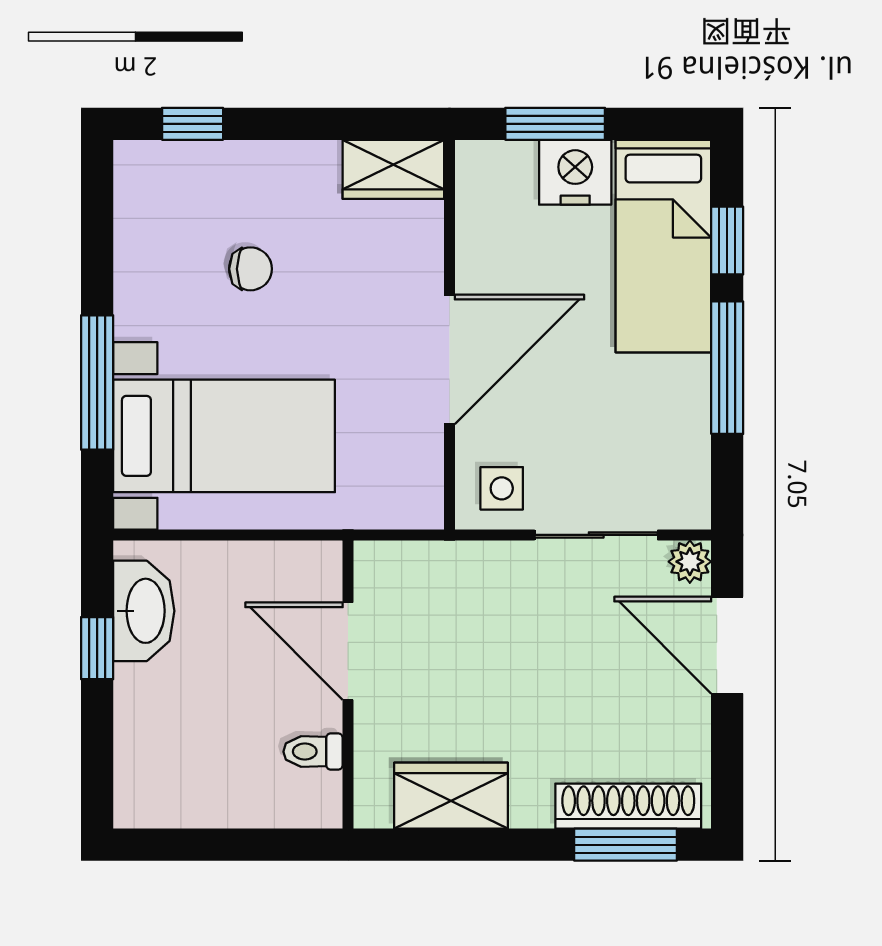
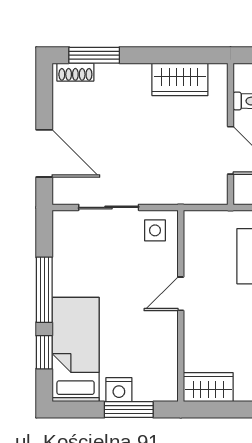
nightstand: (575, 172) -> (119, 390), width x0.74, depth x0.75
door: (450, 359) -> (181, 294), width x0.53
plant: (690, 562) -> (63, 194), removed
shoe rack: (628, 806) -> (75, 72), width x0.51, depth x0.81

